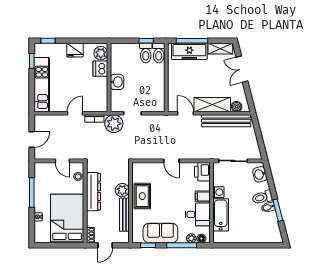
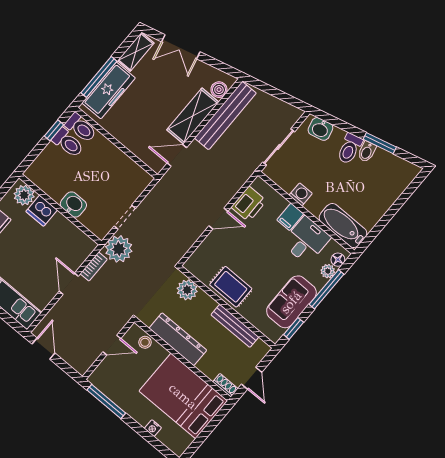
door: (32, 139) -> (43, 349), moved
printer: (202, 172) -> (249, 204), moved, turned -90
plant: (122, 190) -> (187, 290), moved
window: (32, 193) -> (106, 401), moved
bathtub: (221, 215) -> (343, 226), moved

